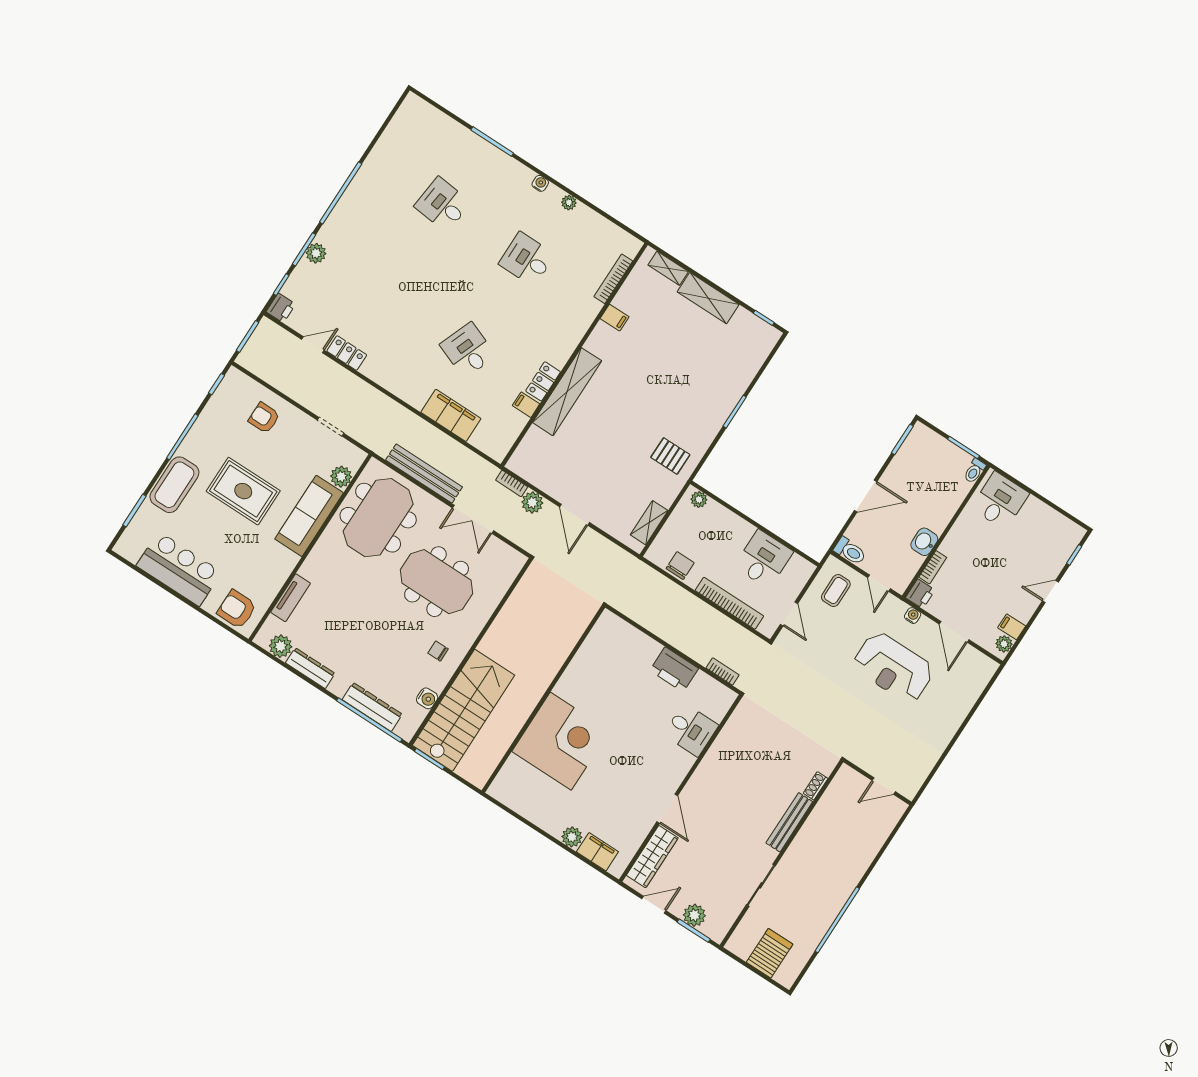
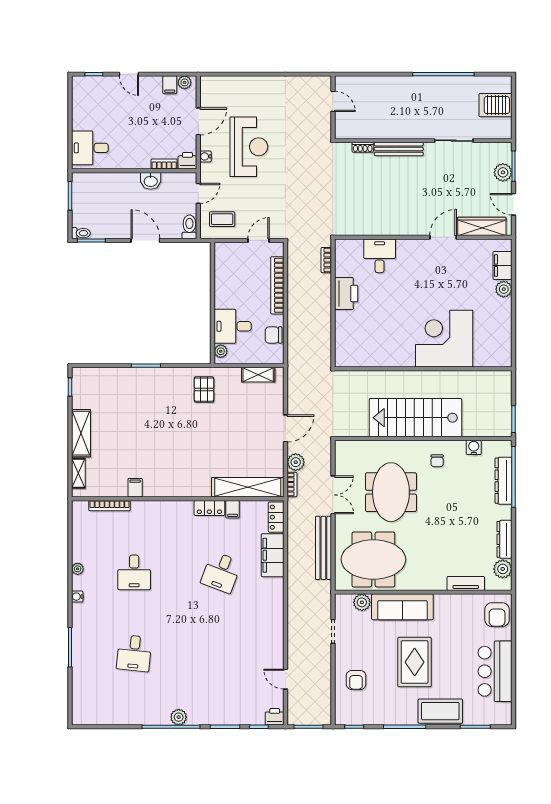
plant: (316, 253) -> (179, 717), moved
locker: (347, 353) -> (276, 517), moved
shelving: (567, 392) -> (248, 487), moved
toilet: (975, 471) -> (81, 233), moved
desk: (764, 559) -> (233, 326), moved
stairs: (464, 710) -> (415, 418), moved

